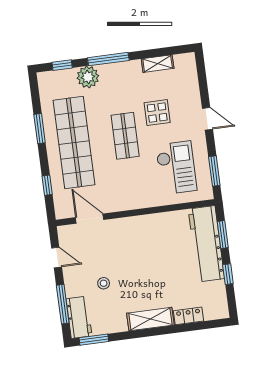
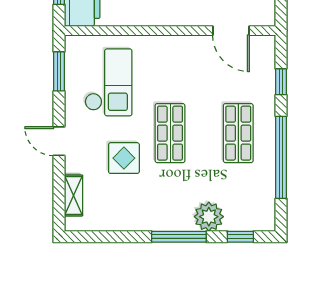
shelving: (158, 64) -> (73, 196), moved, turned 90
window: (40, 129) -> (281, 157), width x2.11
shop shelf: (74, 142) -> (238, 133), width x0.50, depth x0.74
checkout: (176, 168) -> (108, 82), turned 180

